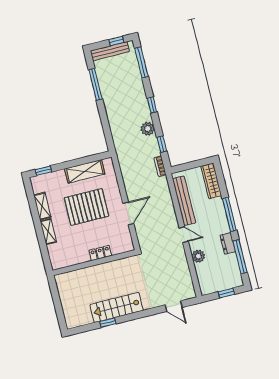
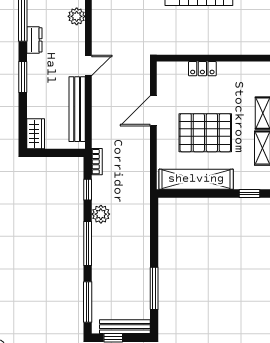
window: (152, 105) -> (88, 243), width x2.17
shelving: (85, 171) -> (196, 179), width x1.47
wardrobe: (211, 181) -> (36, 134), width x0.67
window: (229, 214) -> (23, 77), width x0.69
door: (184, 235) -> (88, 65), swing flipped
plant: (198, 256) -> (77, 16), moved

